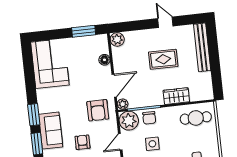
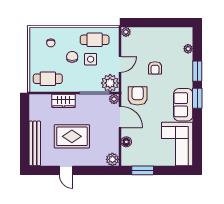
rug: (163, 59) -> (72, 136), width x1.36, depth x1.43
door: (114, 86) -> (120, 117), swing flipped
chair: (149, 118) -> (72, 57), moved
sofa: (51, 131) -> (183, 105), moved

